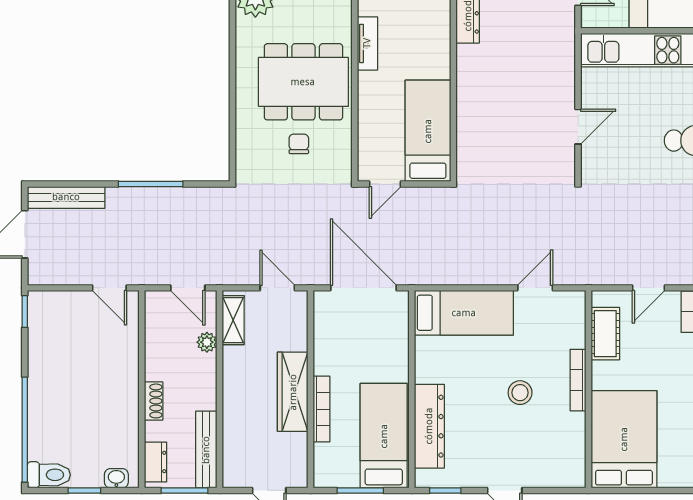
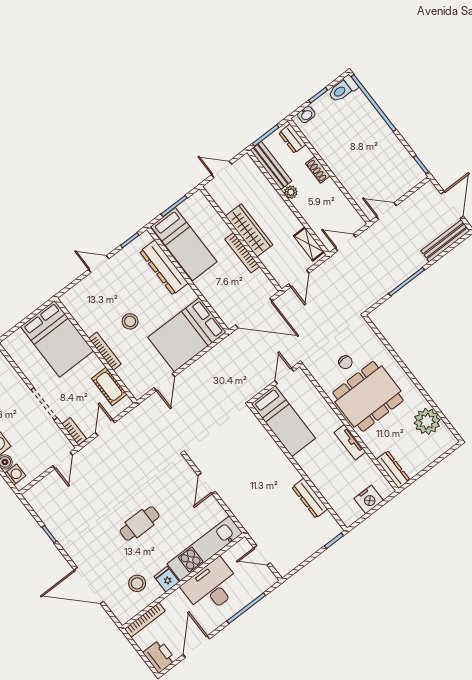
door: (277, 288) -> (299, 278), hinge flipped
bed: (464, 313) -> (187, 335), width x1.50
plant: (207, 342) -> (291, 192), moved
bookcase: (322, 409) -> (242, 253), moved

